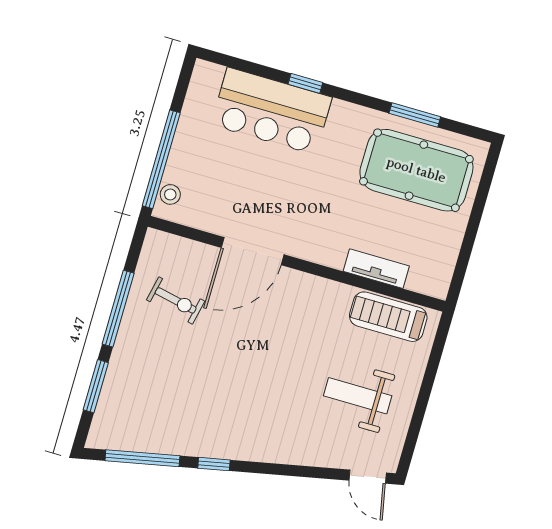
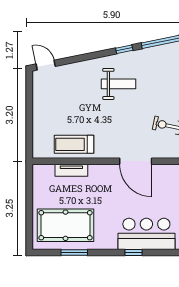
door: (253, 251) -> (136, 161), swing flipped
treadmill: (388, 317) -> (74, 144), moved, turned 180
weight bench: (358, 396) -> (119, 84), moved

